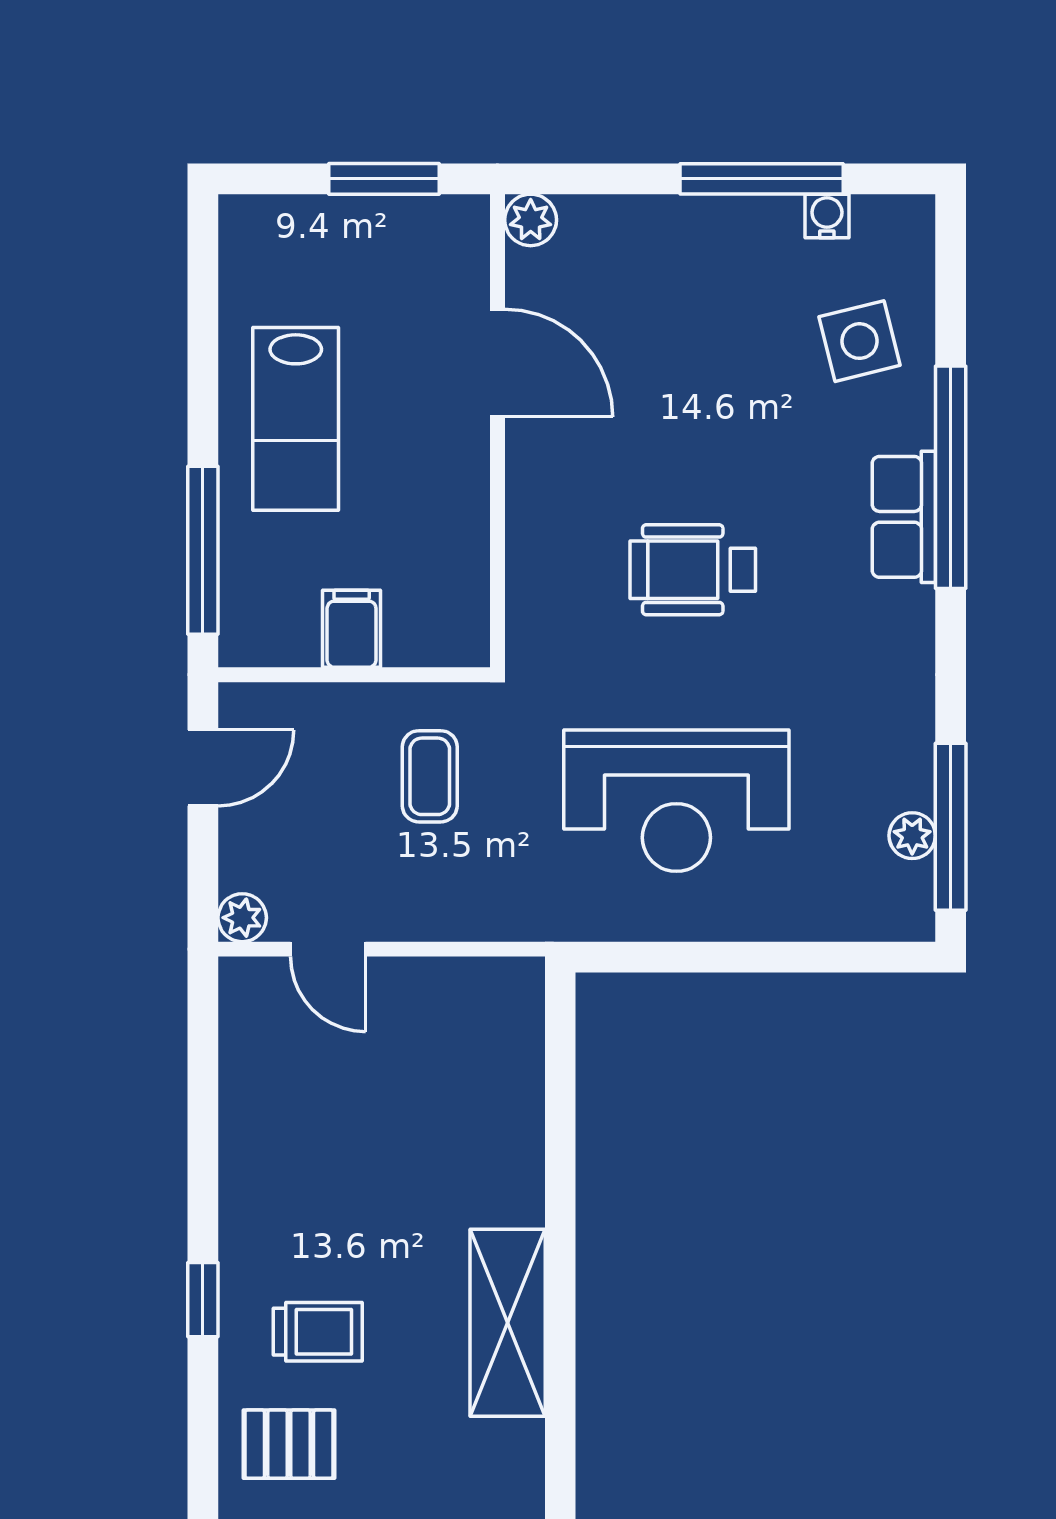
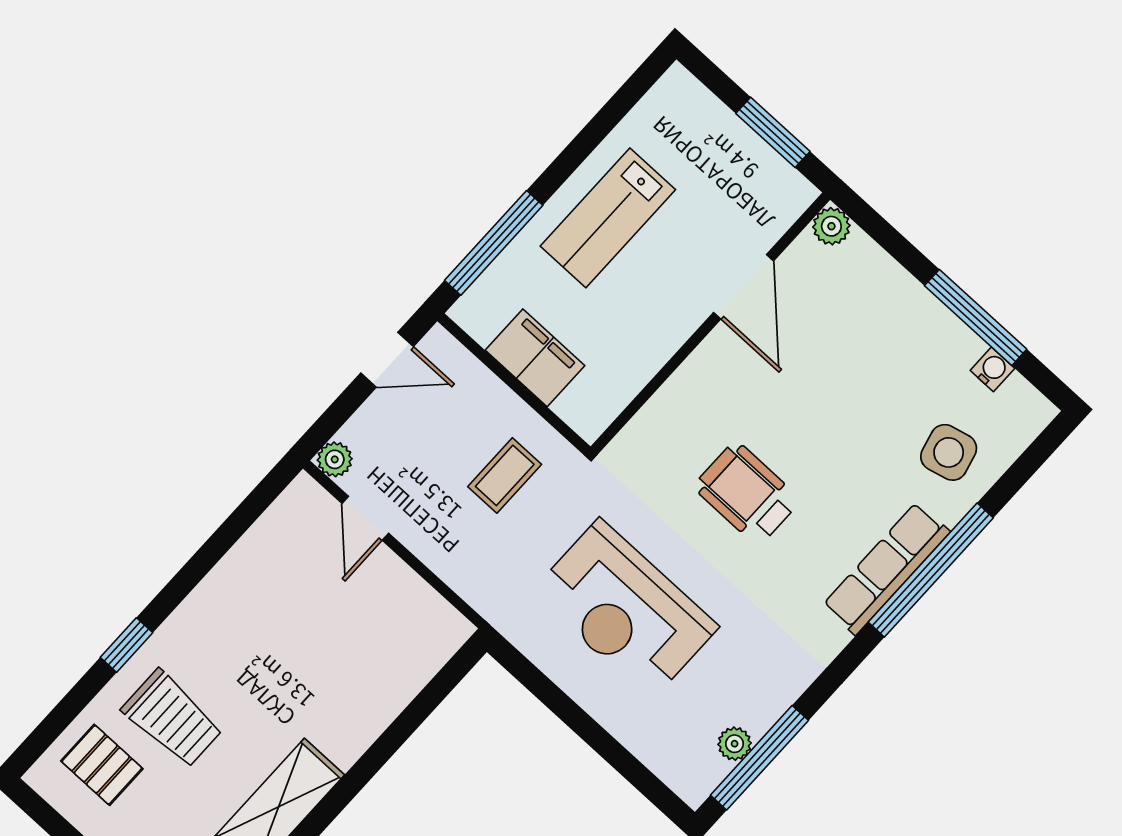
row of seats: (904, 517) -> (886, 568), width x1.48
filing cabinet: (352, 629) -> (535, 358), width x2.00
trolley: (318, 1332) -> (172, 719), width x1.36, depth x1.39

